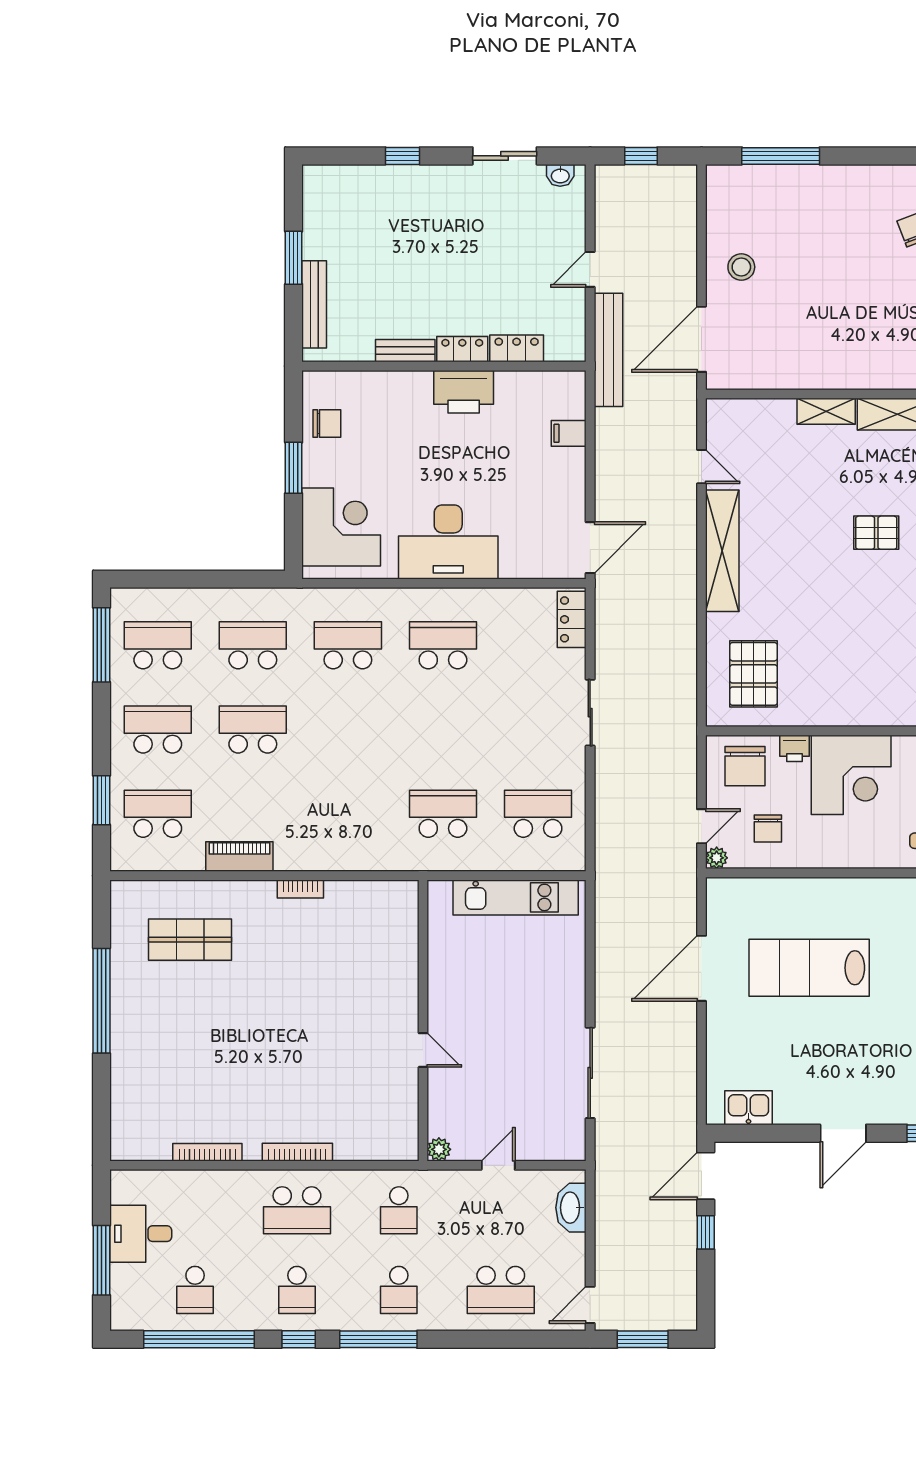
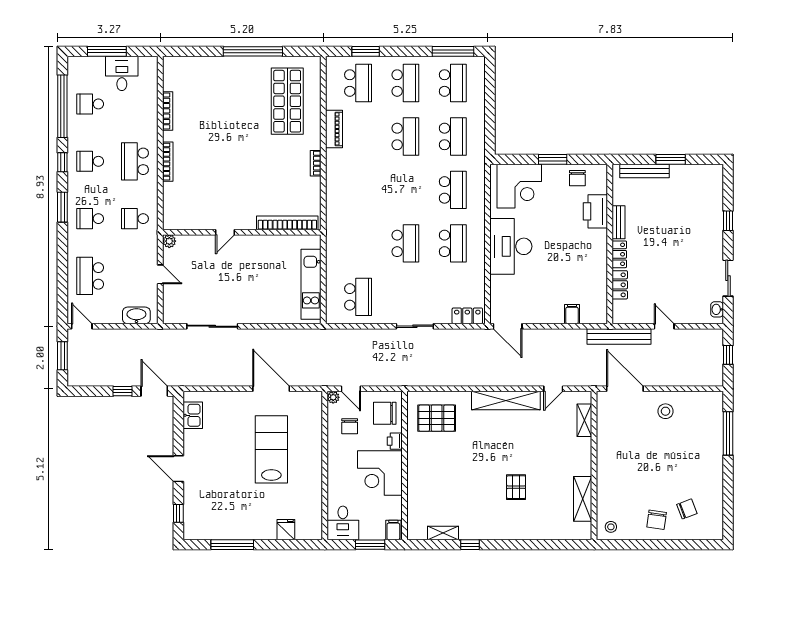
printer: (464, 392) -> (595, 211), moved
shelving: (826, 411) -> (584, 420), moved
school desk: (443, 814) -> (405, 243), moved
chair: (768, 829) -> (350, 426), turned -90
bookcase: (407, 939) -> (287, 223), added
shop shelf: (190, 940) -> (287, 101), width x1.43, depth x1.36
window: (378, 1339) -> (62, 207), width x0.69

